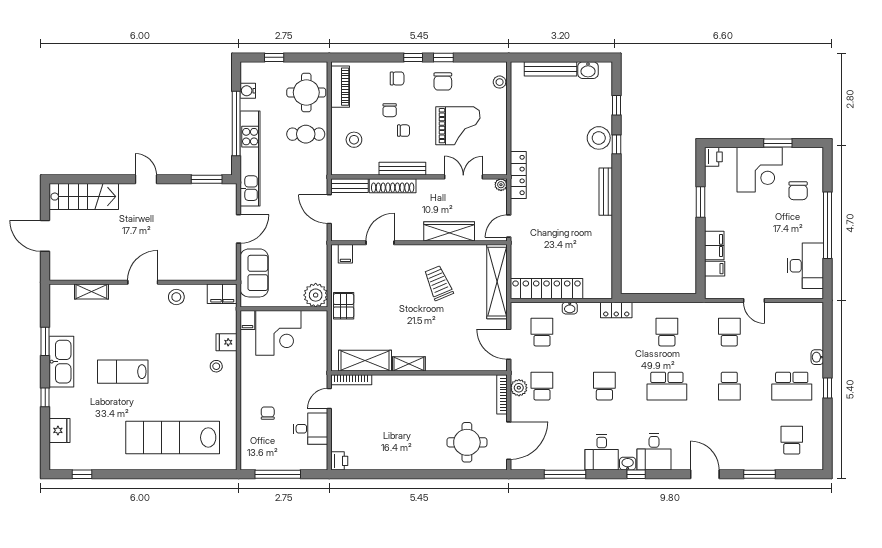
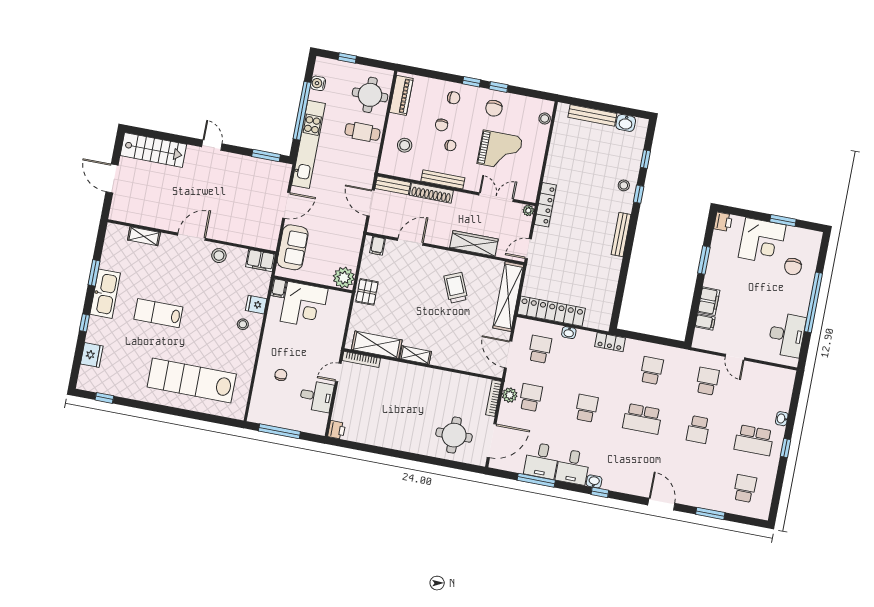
stool: (599, 138) -> (624, 185), width x0.53, depth x0.53
desk: (654, 452) -> (542, 461), moved

